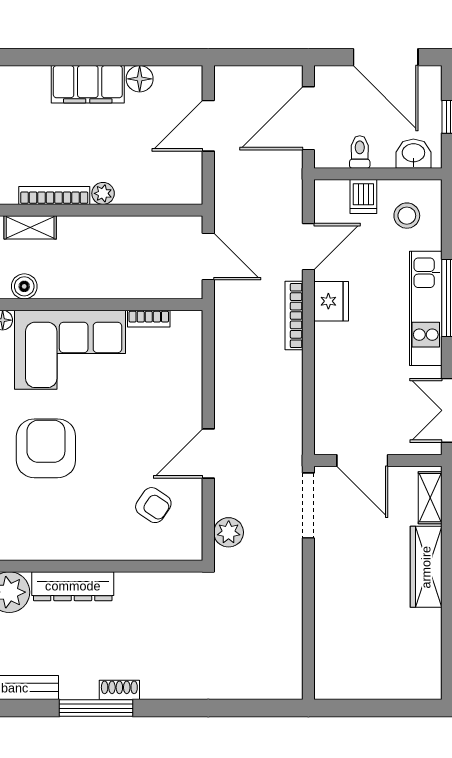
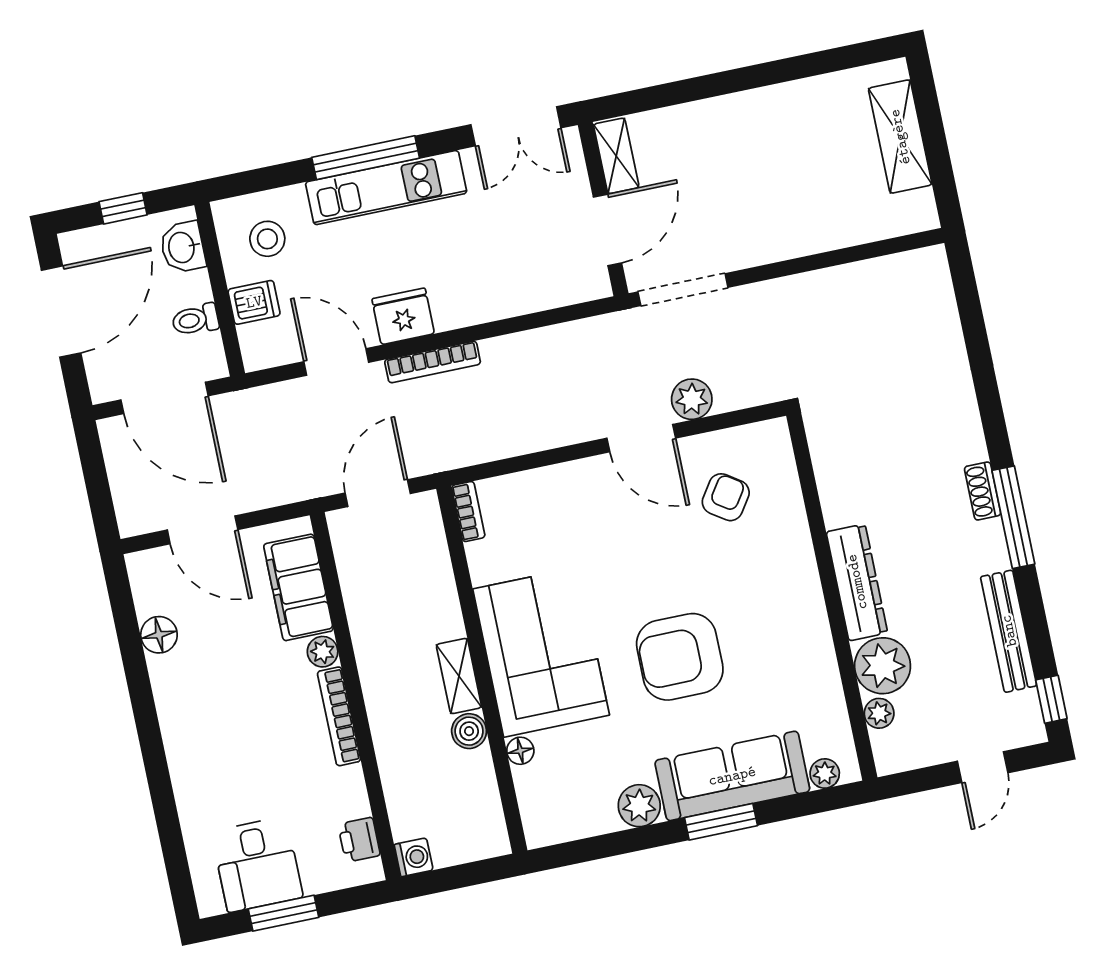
filing cabinet: (88, 84) -> (298, 587), moved, turned 180
shelving: (30, 227) -> (459, 676), moved
bookcase: (149, 319) -> (468, 511), moved
shelving: (430, 498) -> (616, 156), moved, turned 90
plant: (229, 532) -> (692, 399), moved
wardrobe: (426, 567) -> (732, 115), removed
shelving: (385, 684) -> (900, 137), added

